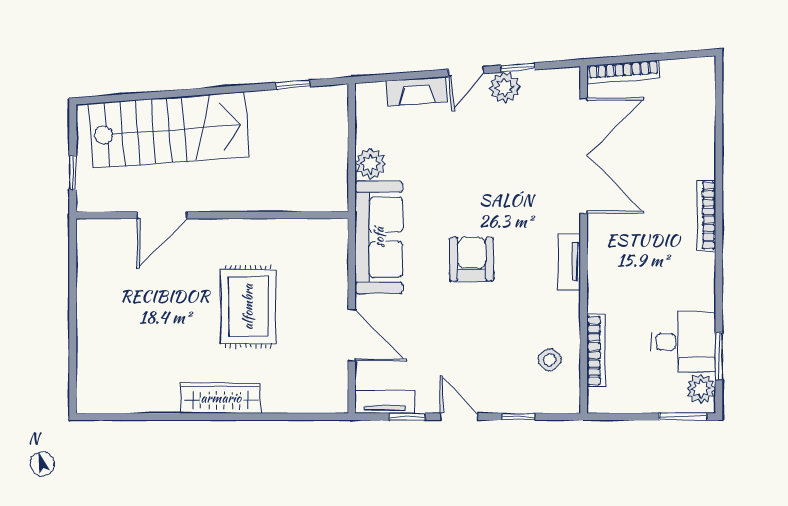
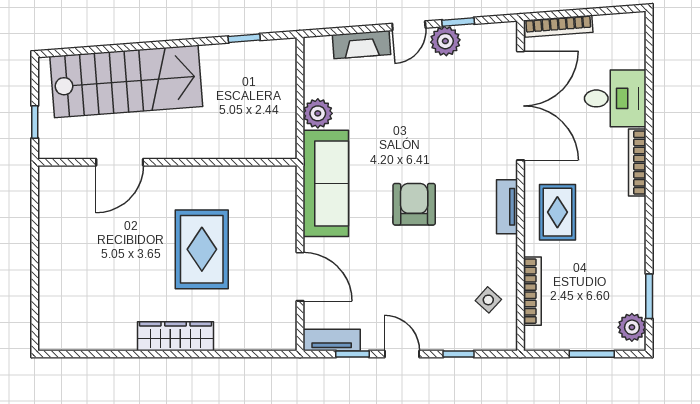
rug: (623, 268) -> (557, 212), added
desk: (683, 342) -> (615, 98), moved
window: (683, 417) -> (592, 354), moved

